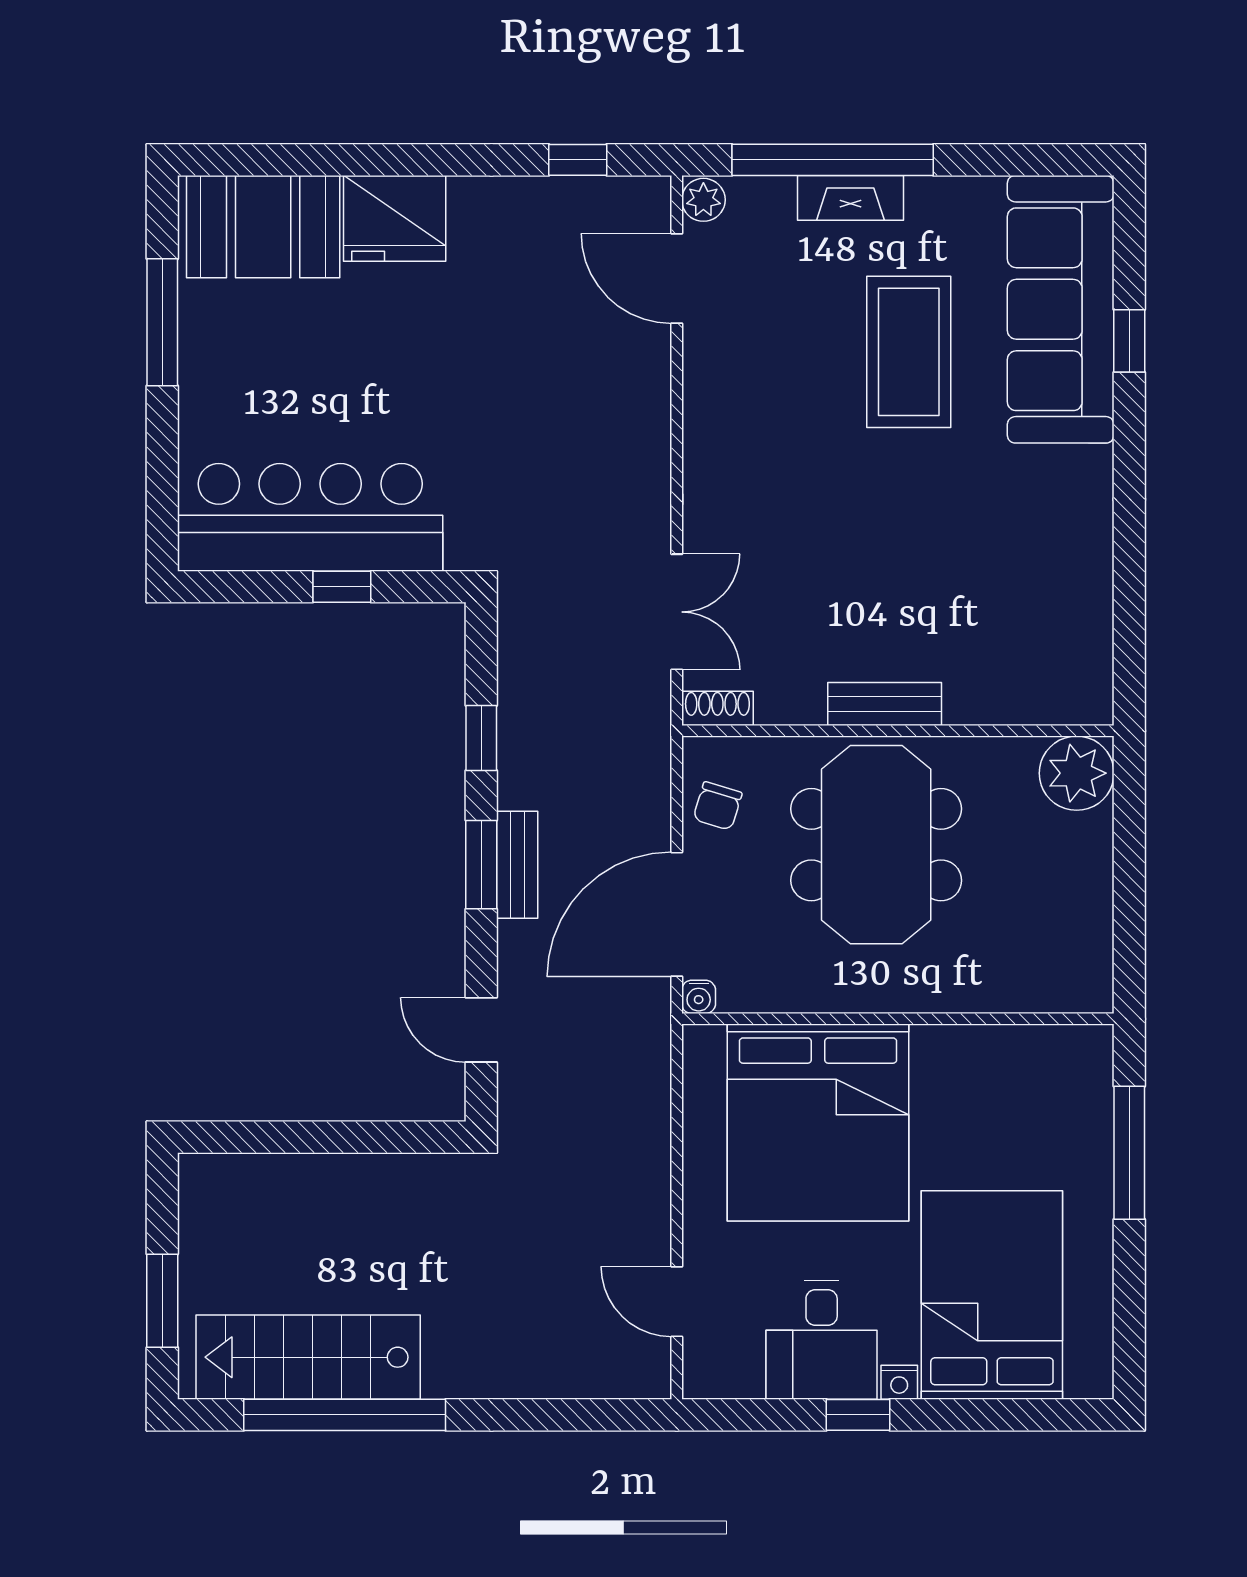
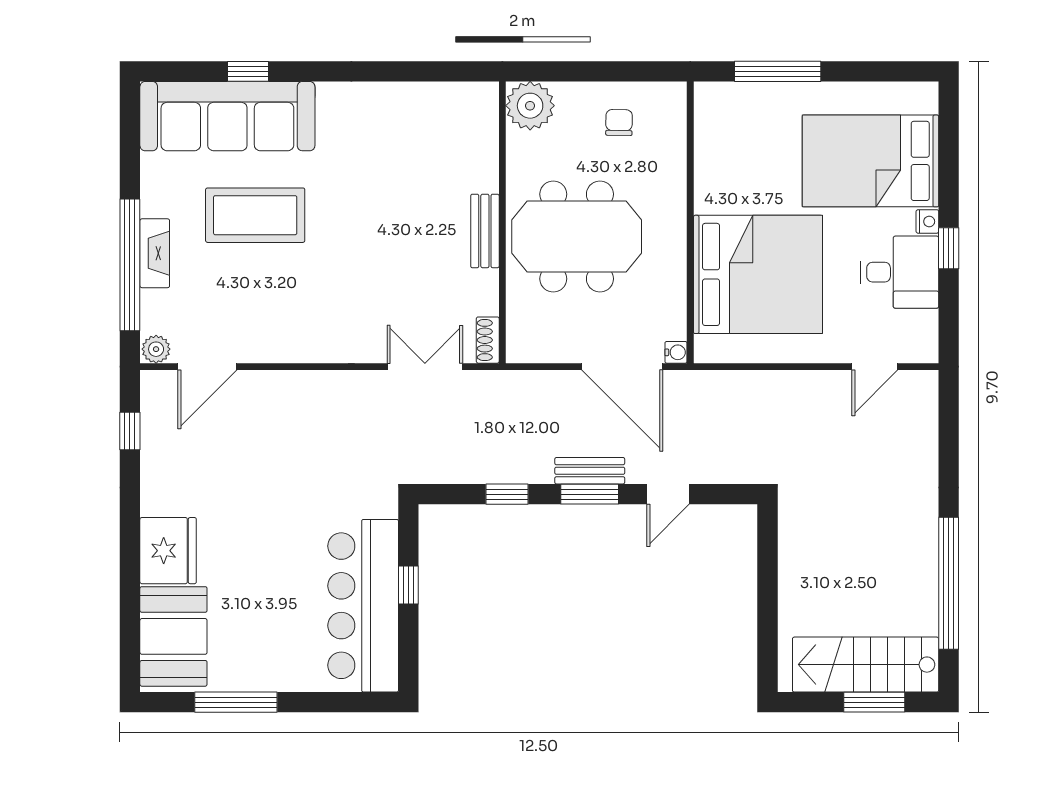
chair: (718, 806) -> (619, 122), moved, turned -106
door: (481, 1030) -> (668, 494), moved
stairs: (308, 1357) -> (866, 665), moved, turned 90

